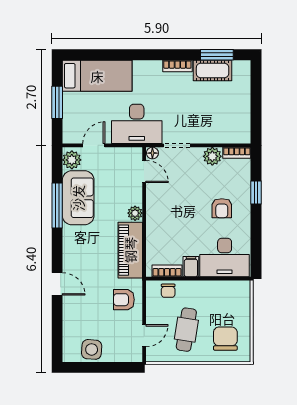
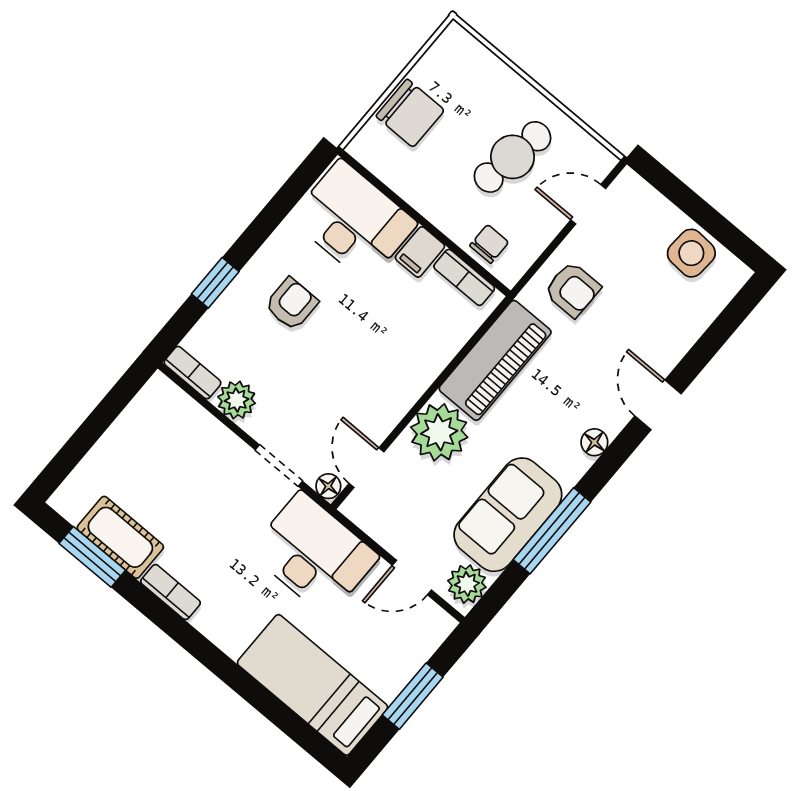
plant: (135, 213) -> (439, 432), width x1.87, depth x1.87
floor lamp: (69, 251) -> (594, 442), added
chair: (225, 339) -> (410, 113), moved, turned -90

